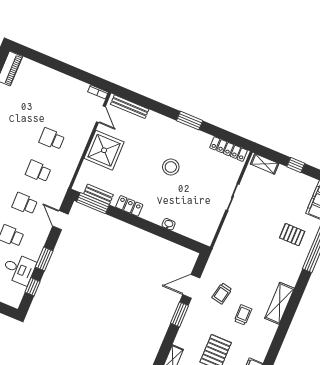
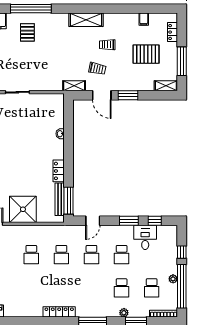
stool: (171, 167) -> (14, 151), removed
bench: (98, 194) -> (60, 199), width x1.36
shelving: (214, 261) -> (74, 86), added

